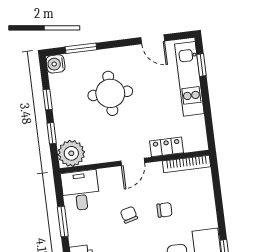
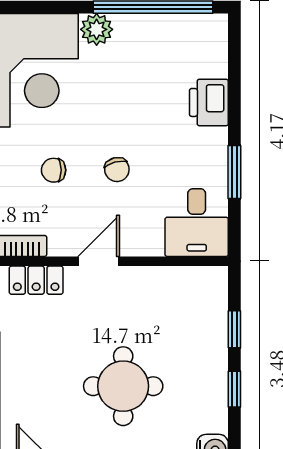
plant: (71, 153) -> (205, 290), removed

